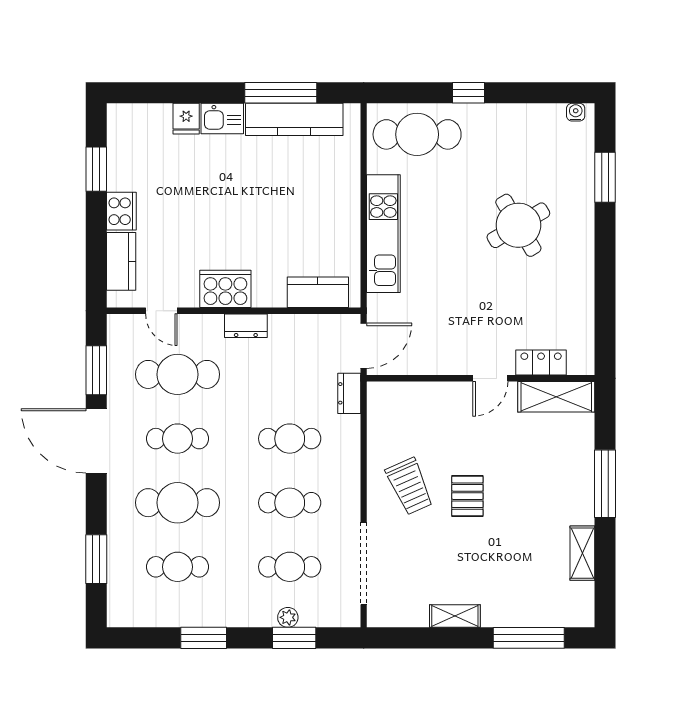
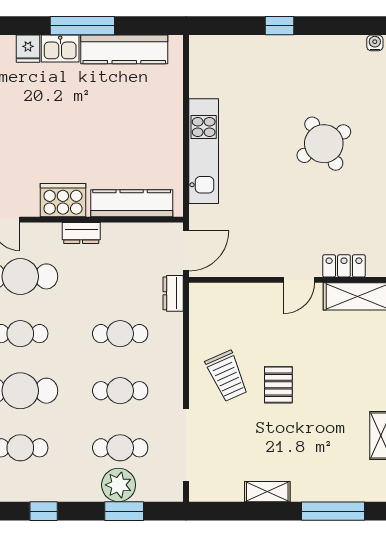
window: (281, 93) -> (82, 26), moved
cafe table: (417, 134) -> (234, 63), removed
kitchen counter: (318, 292) -> (132, 203), width x1.50
plant: (288, 617) -> (119, 485), width x1.87, depth x1.87
window: (204, 638) -> (44, 511), width x0.67

